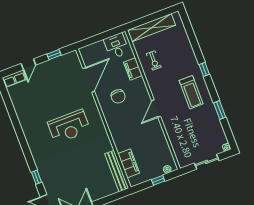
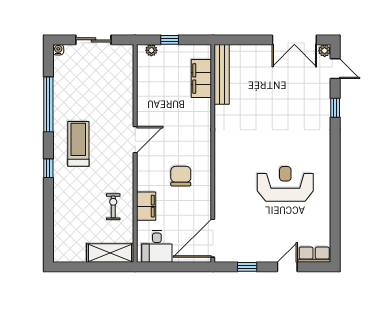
shelving: (152, 28) -> (110, 253), width x0.68
door: (89, 80) -> (213, 238), moved
window: (220, 110) -> (48, 104), width x2.11
reception desk: (69, 127) -> (285, 184), moved

